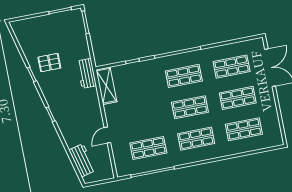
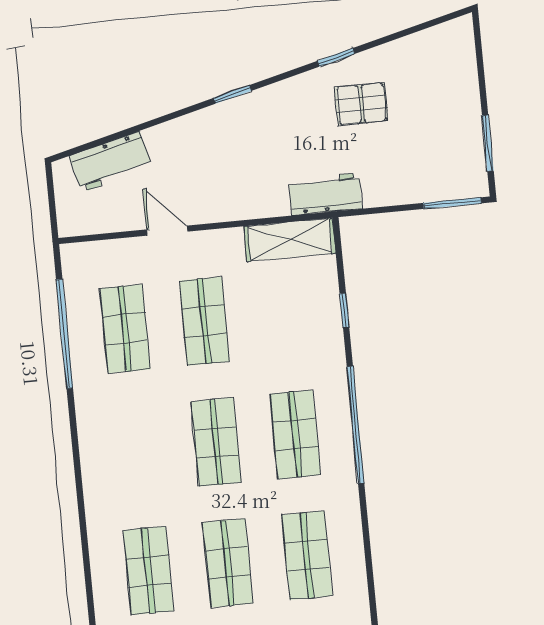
pallet: (49, 63) -> (361, 104), turned 90
shop shelf: (196, 139) -> (204, 321), moved

